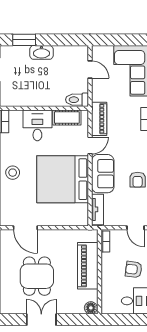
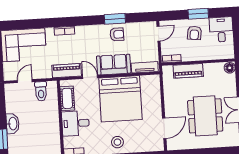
toilet: (77, 100) -> (41, 91), moved
piano: (88, 266) -> (188, 71), width x0.73, depth x0.75
dining table: (37, 276) -> (205, 116), width x1.38

